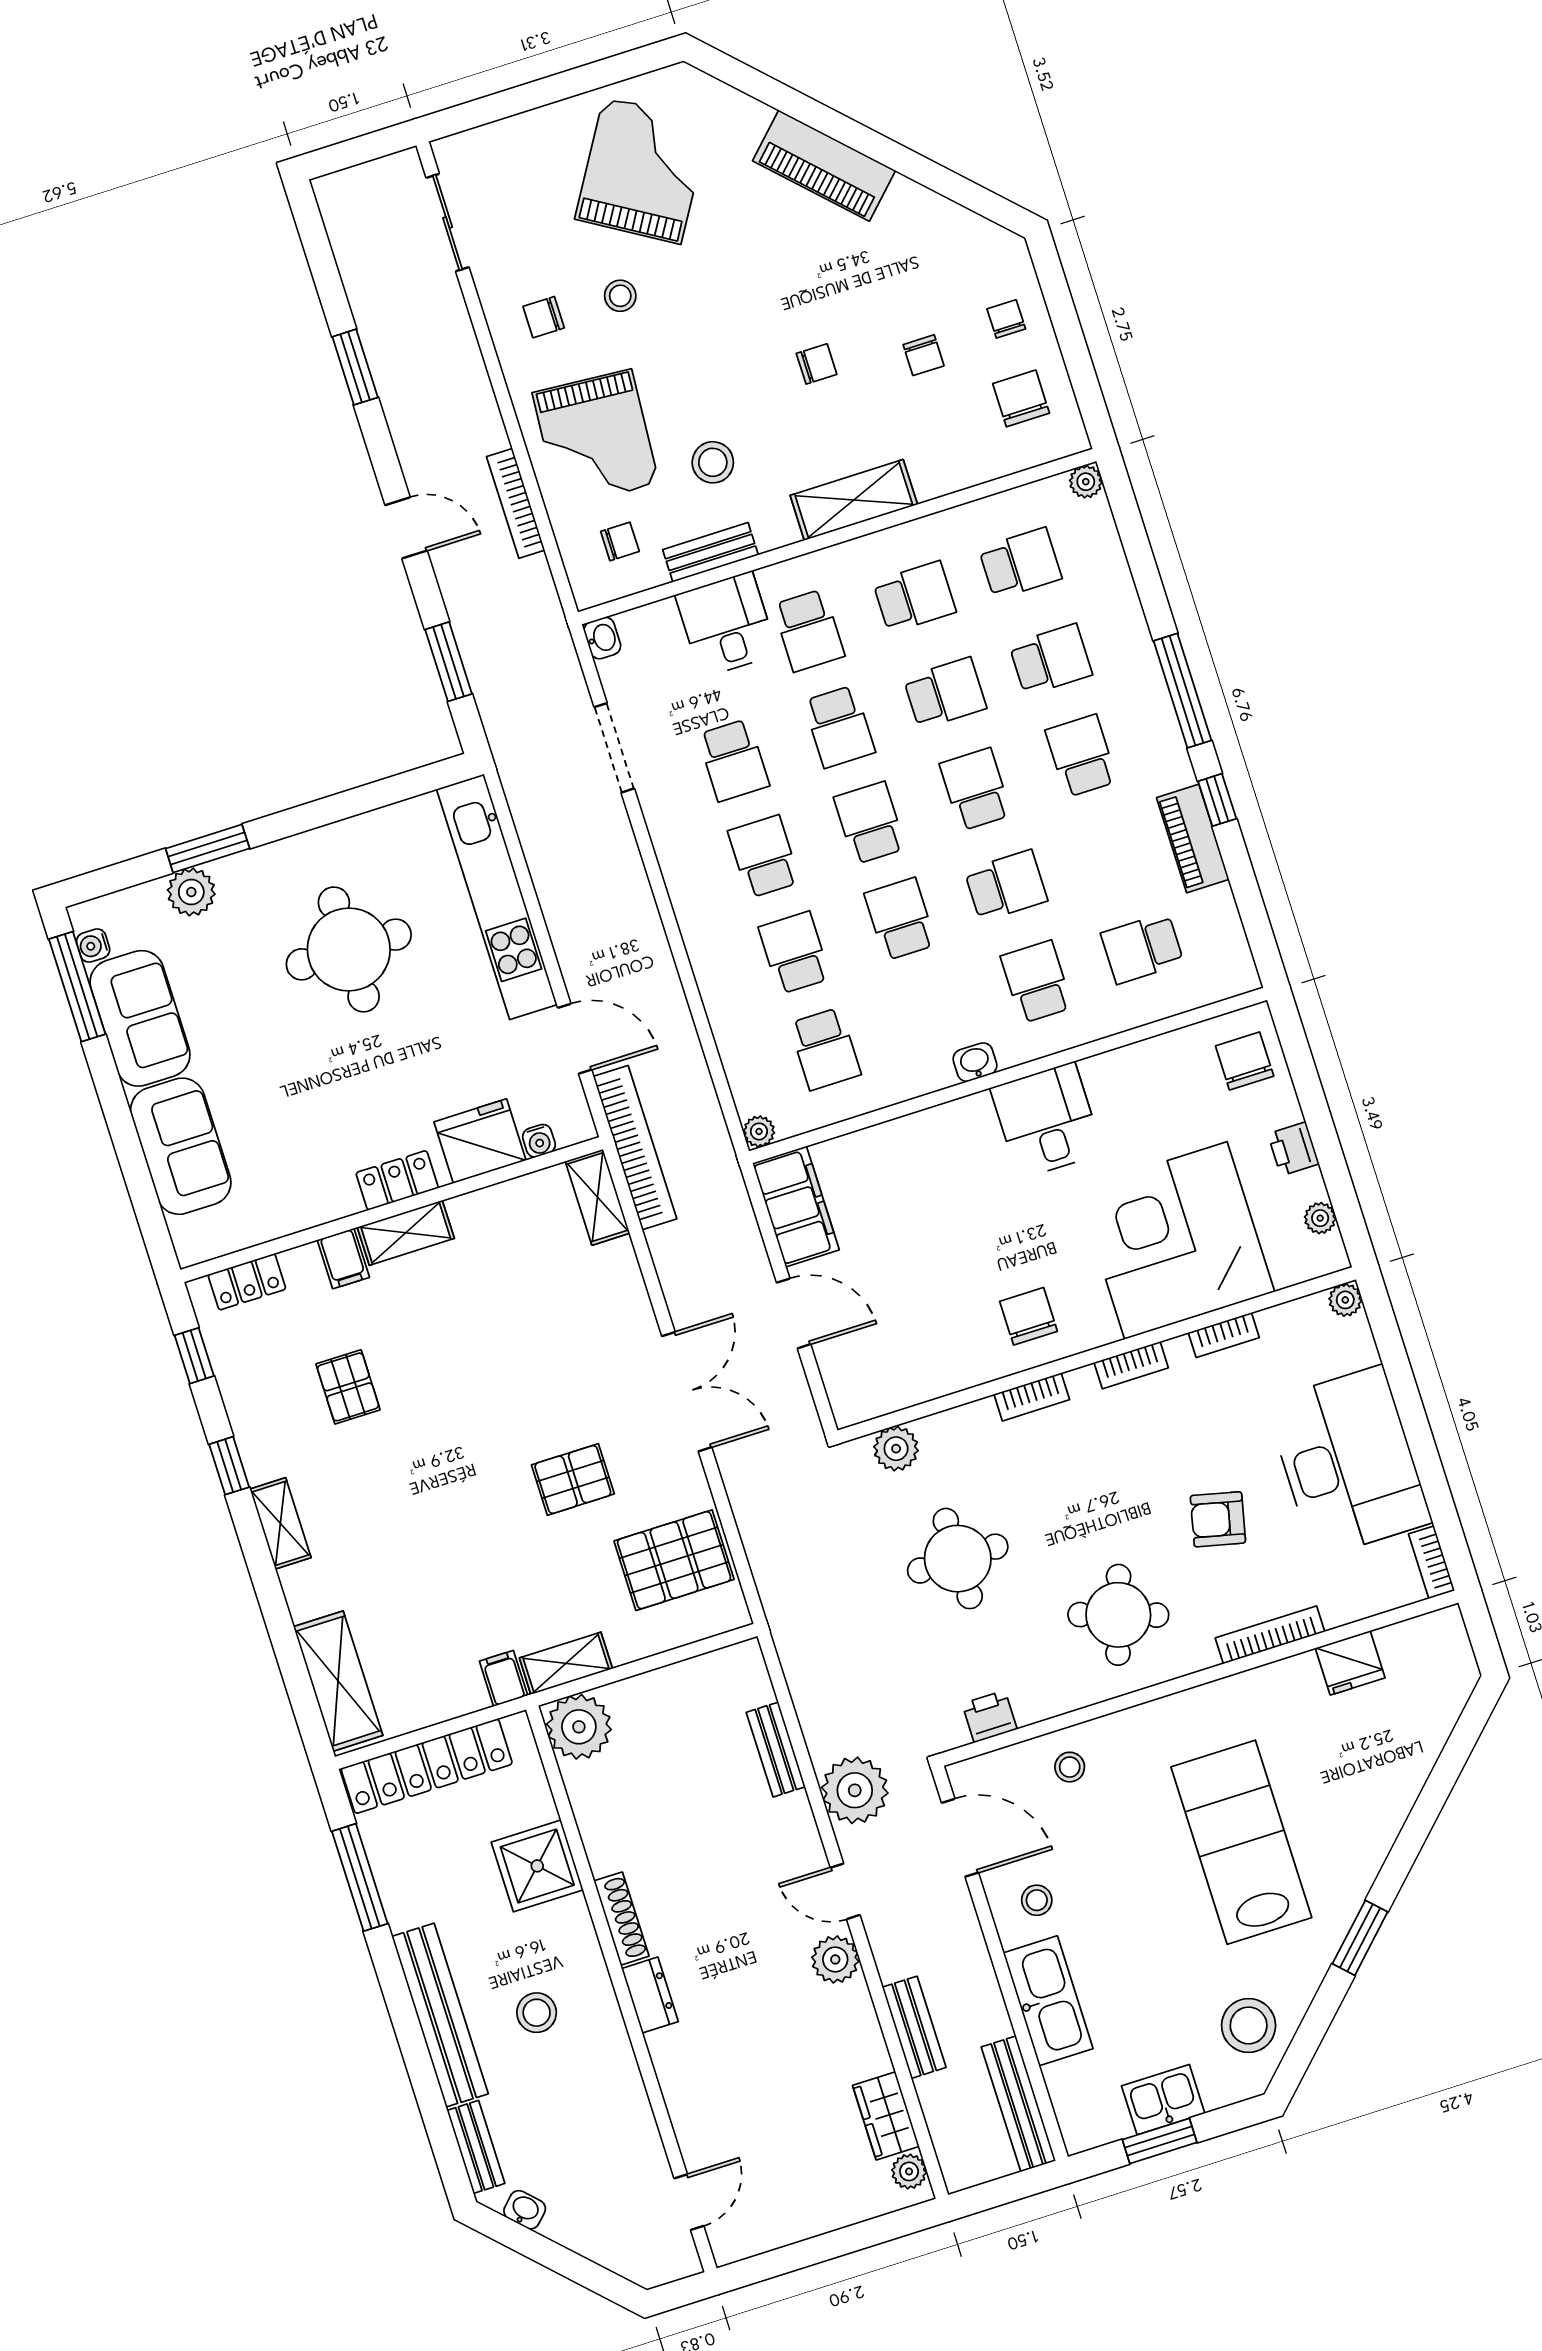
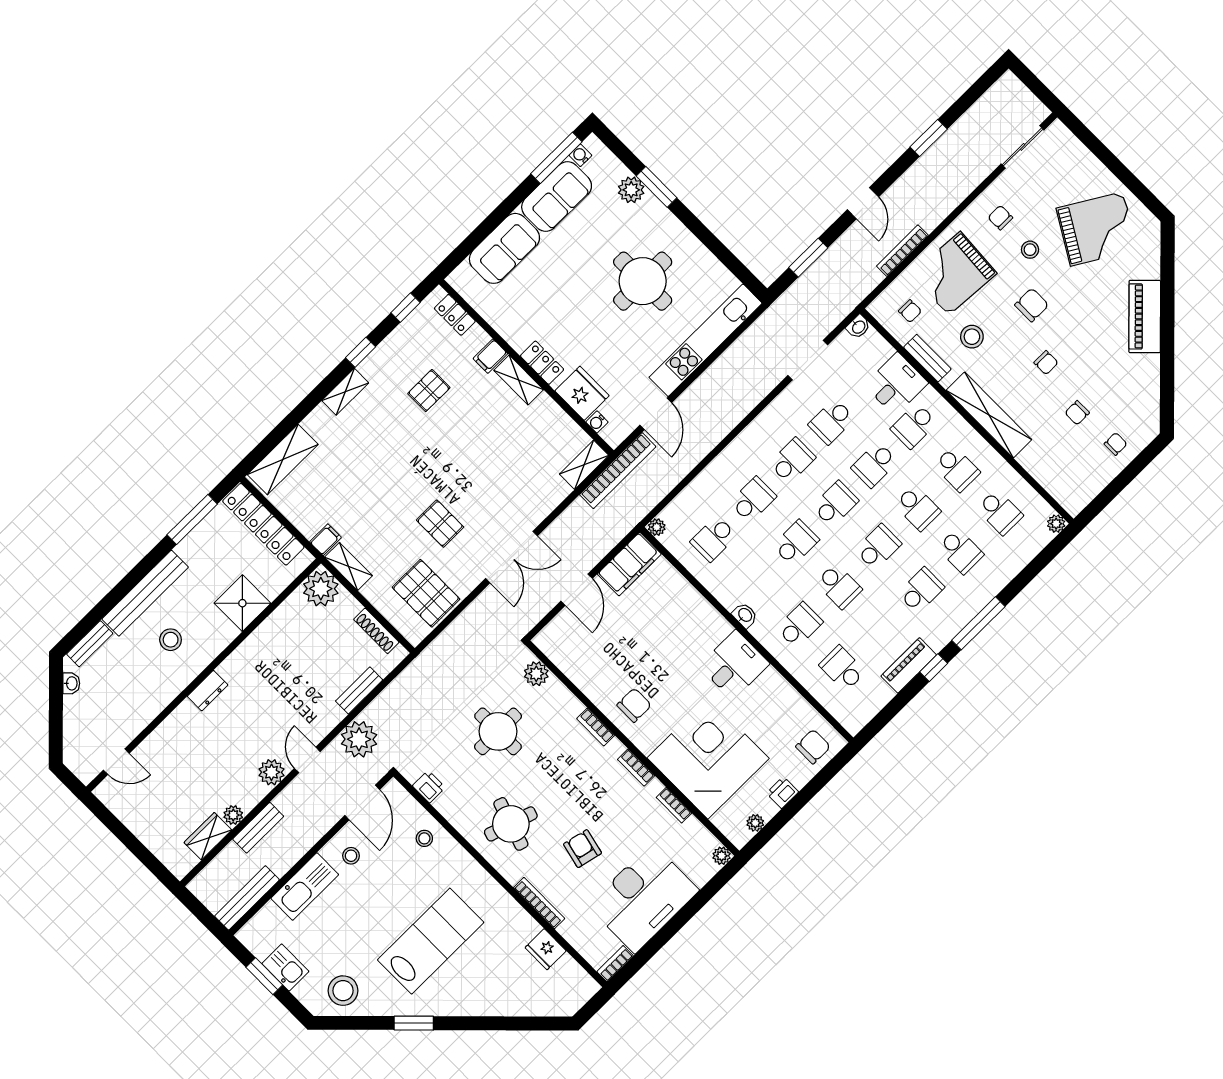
chair: (1021, 398) -> (1032, 305), moved
shelving: (854, 500) -> (989, 415), width x1.47
shoe rack: (621, 1919) -> (376, 631), moved, turned 90
plant: (909, 2171) -> (233, 815), moved

